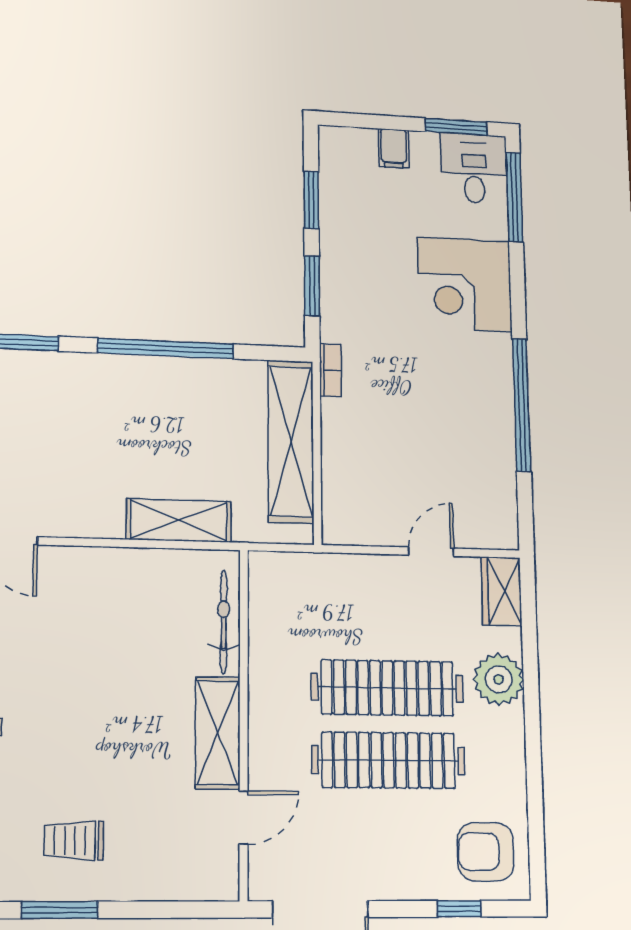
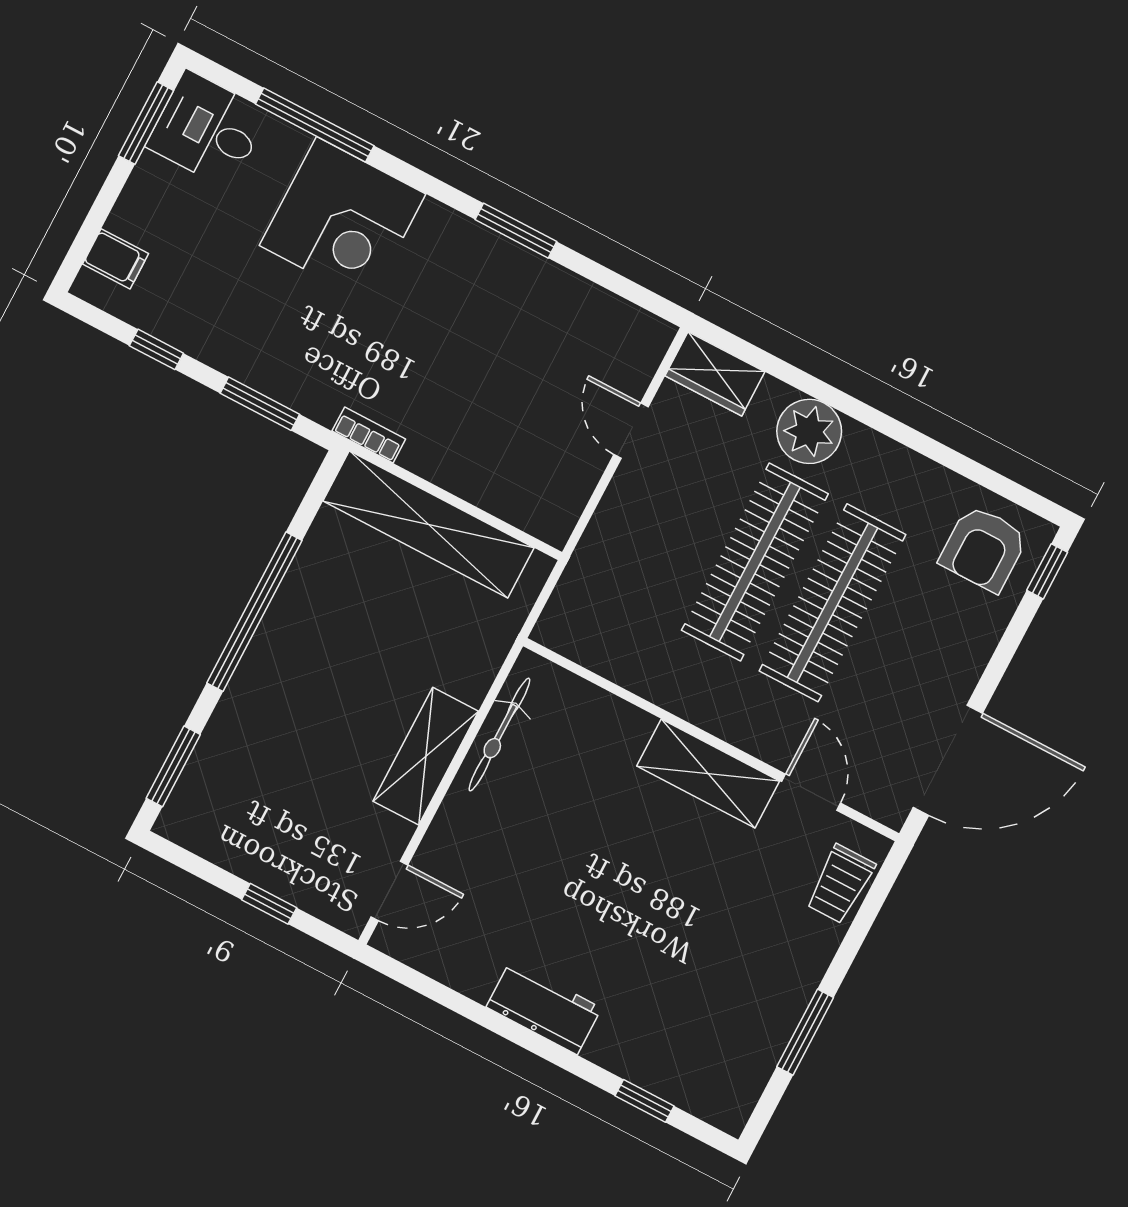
filing cabinet: (394, 148) -> (116, 259), moved
window: (514, 197) -> (315, 125), moved
window: (311, 200) -> (156, 349), width x0.67
window: (522, 405) -> (516, 231), width x0.47
shelving: (179, 520) -> (426, 756), moved
bicycle: (224, 622) -> (499, 735), moved, turned -90
trolley: (74, 841) -> (840, 884), moved
window: (459, 909) -> (1047, 571), moved

